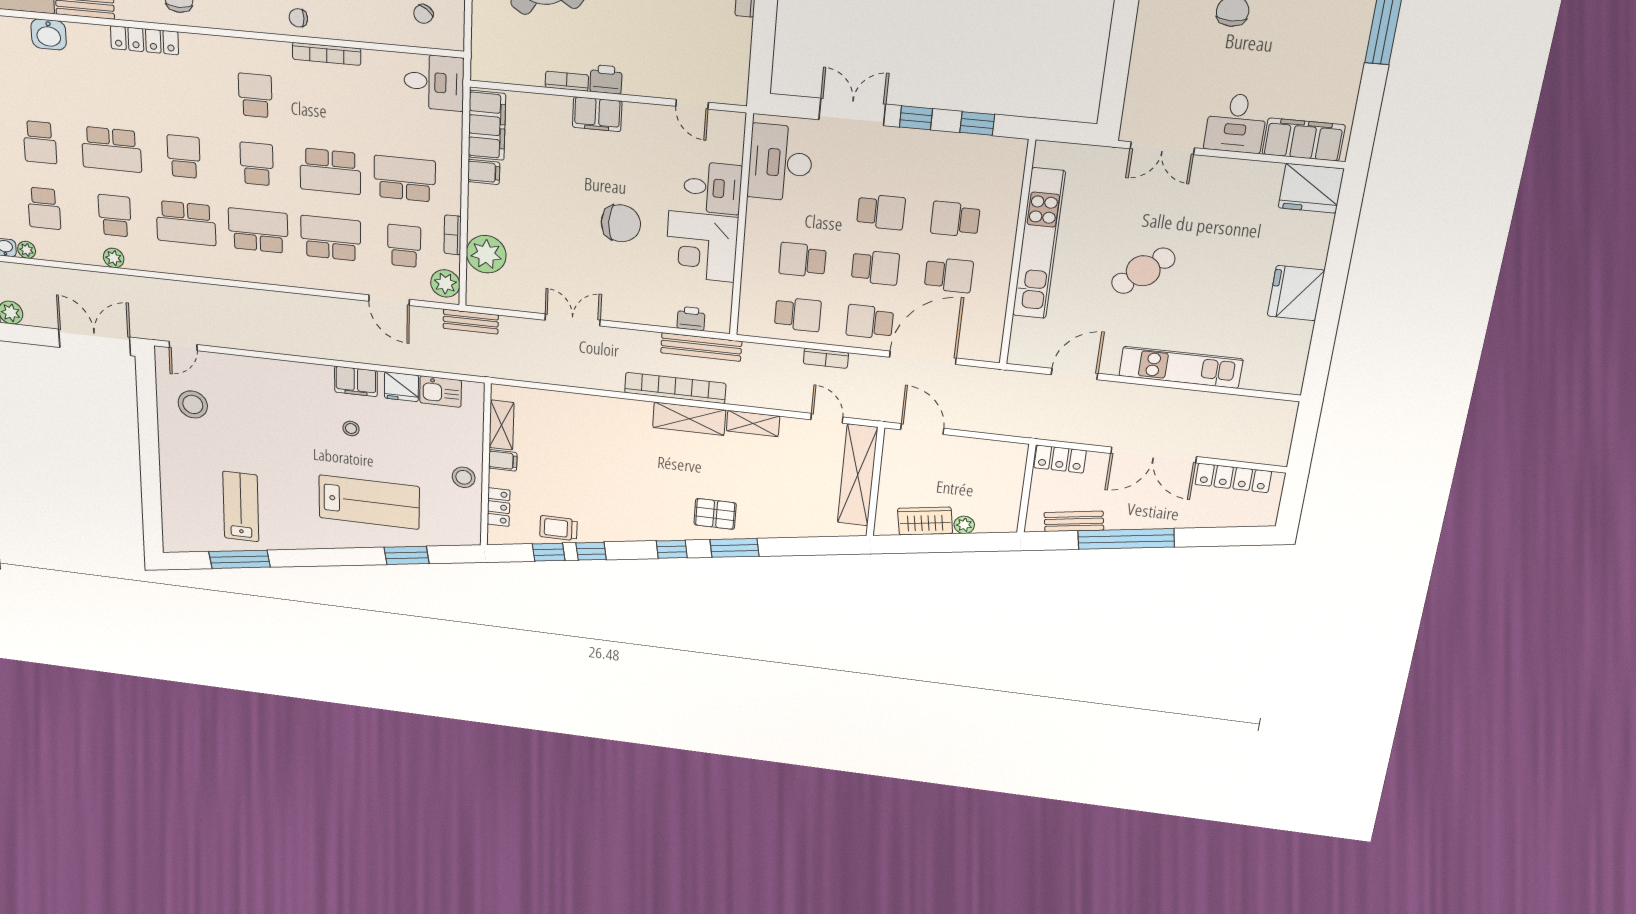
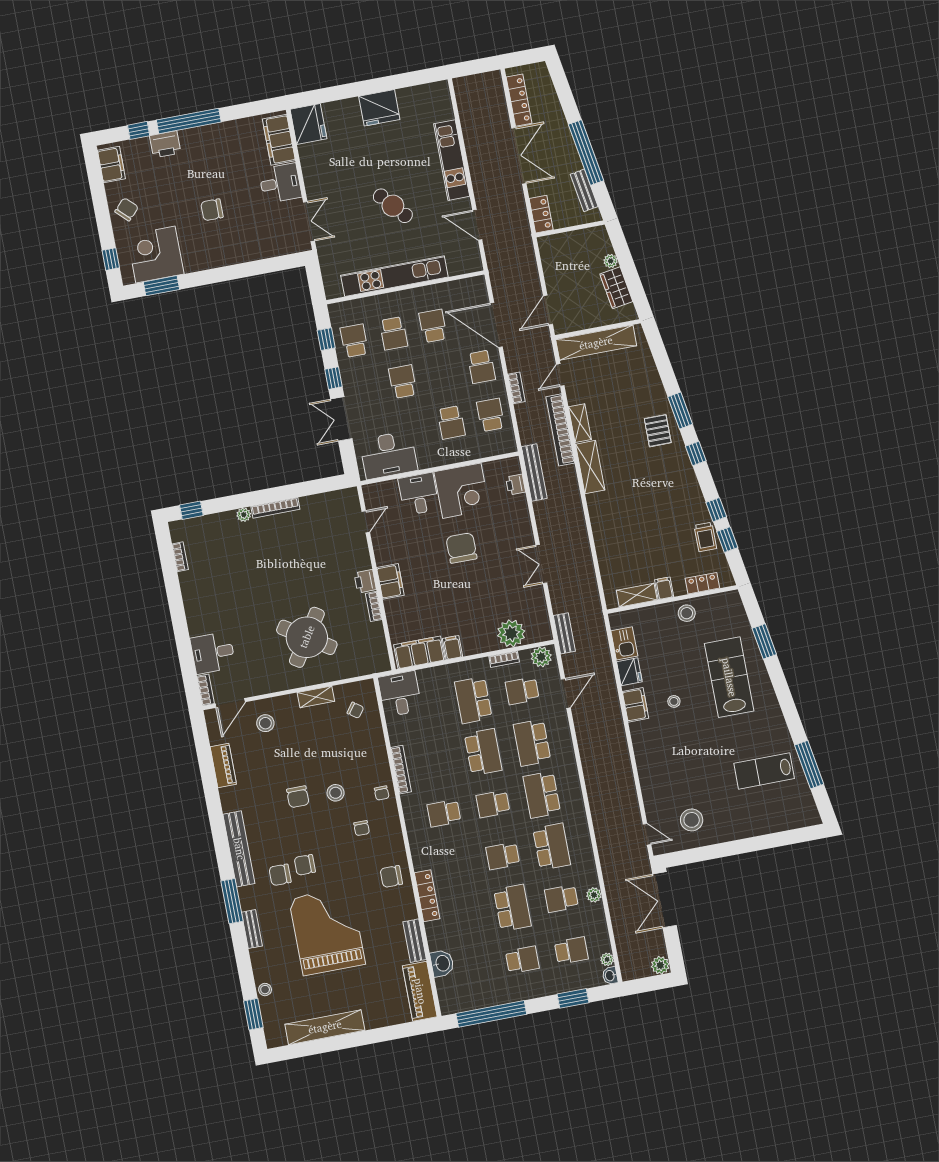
school desk: (875, 267) -> (354, 341), moved
bookcase: (675, 388) -> (560, 430), moved

